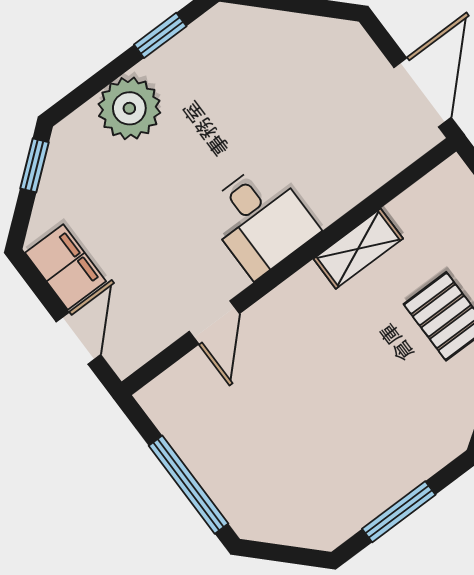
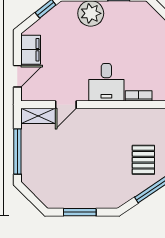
bookcase: (343, 199) -> (139, 96), added
shelving: (358, 249) -> (38, 116), moved

